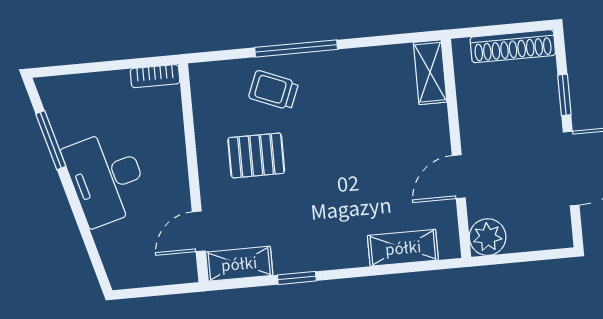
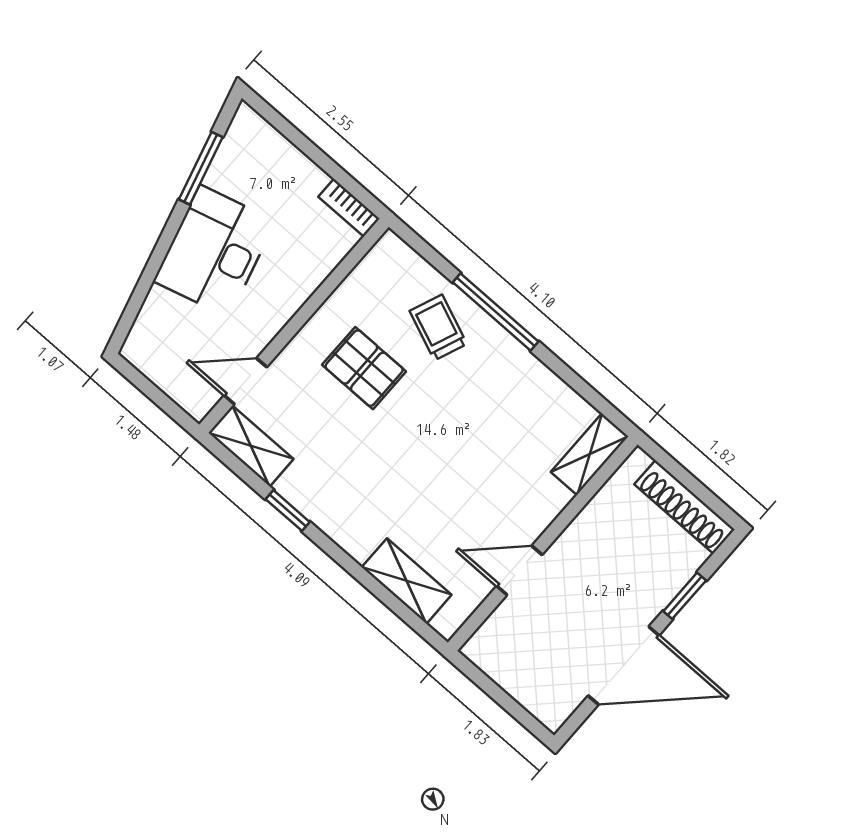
plant: (488, 237) -> (489, 649), removed

